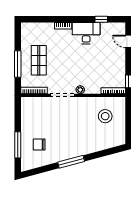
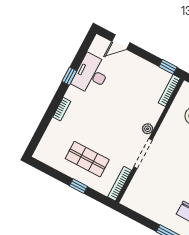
window: (101, 19) -> (69, 76), moved
desk: (86, 33) -> (91, 74), moved
window: (18, 64) -> (78, 186), width x0.46

